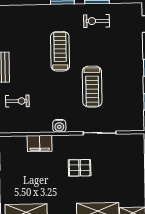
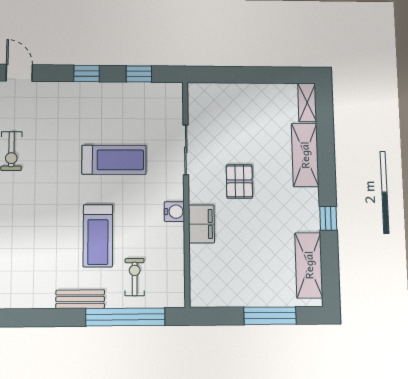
treadmill: (60, 51) -> (98, 236), moved, turned -90
filing cabinet: (40, 143) -> (201, 224), moved

